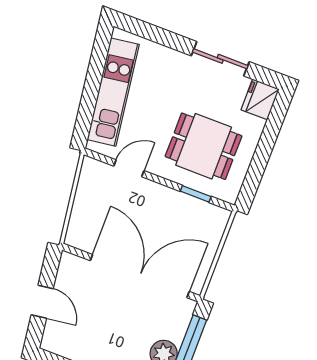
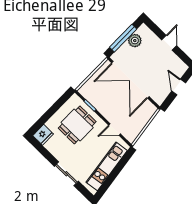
sliding door: (220, 59) -> (66, 174), moved
dining table: (204, 146) -> (77, 125), turned 90

